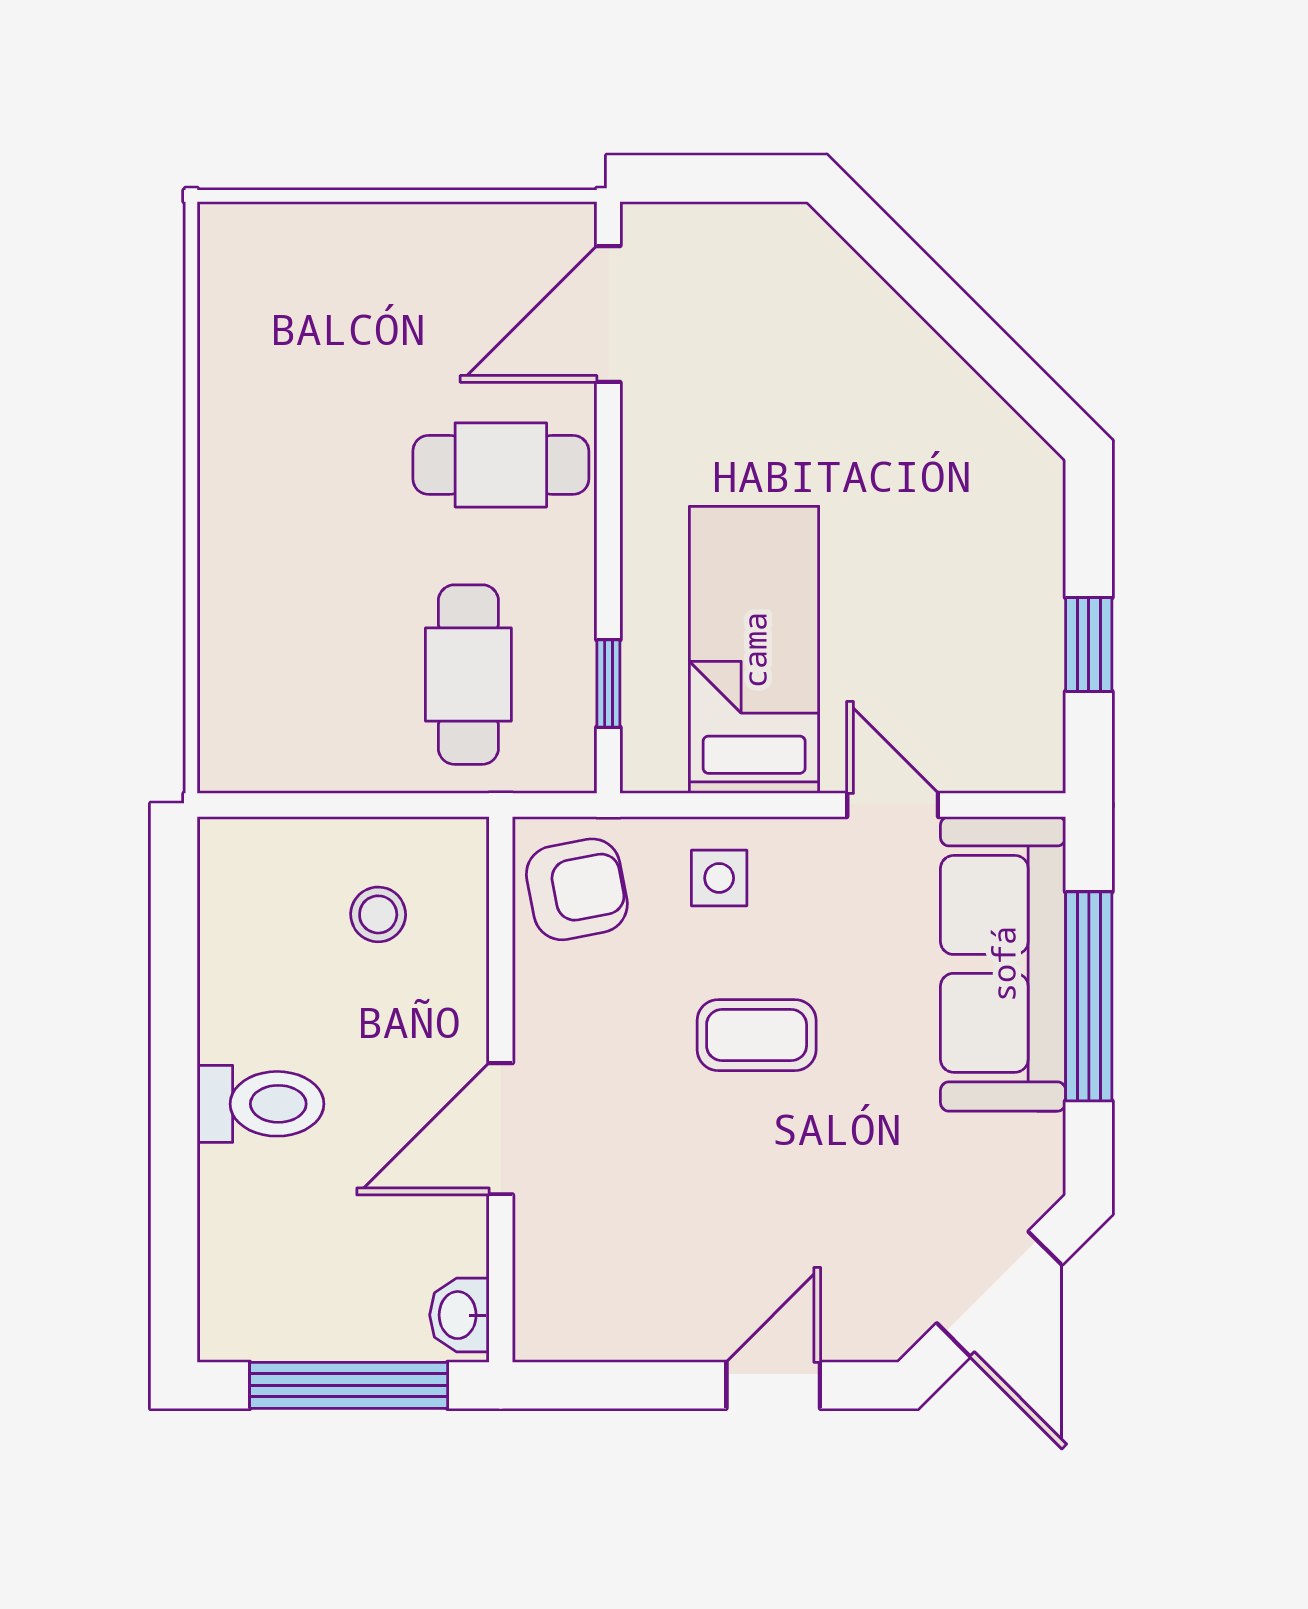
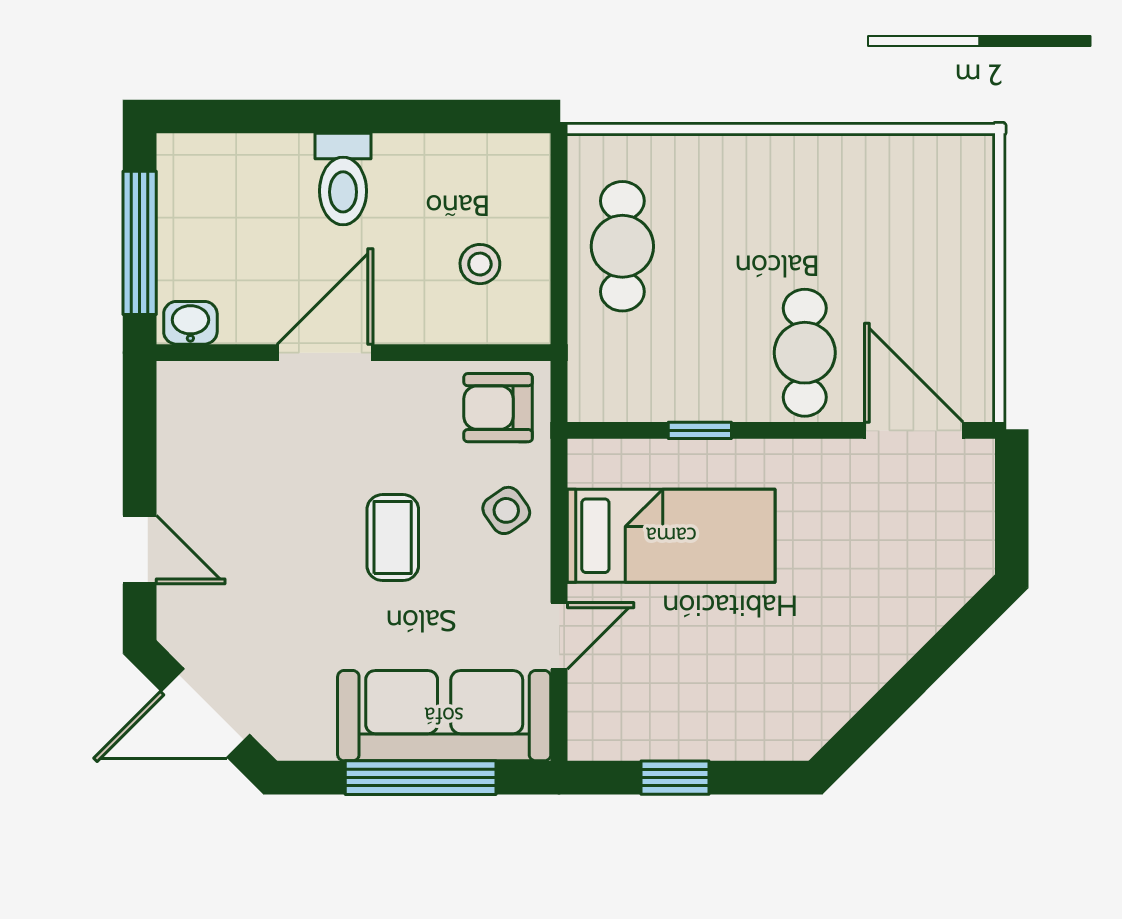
cafe table: (468, 675) -> (622, 246), moved, turned 90
window: (608, 684) -> (700, 430), moved
side table: (719, 878) -> (506, 510), turned -35
armchair: (577, 889) -> (498, 408), turned 101
door: (501, 1129) -> (325, 353), hinge flipped

